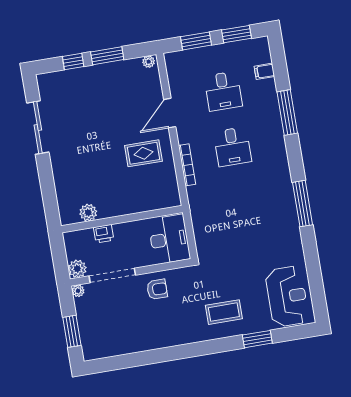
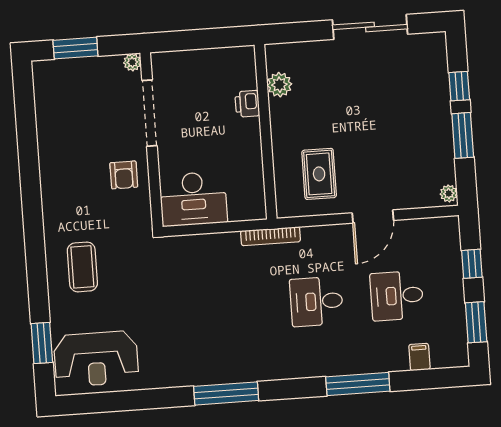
window: (196, 41) -> (472, 264), width x0.67
door: (170, 113) -> (373, 217), swing flipped
bookcase: (187, 165) -> (271, 236), moved
plant: (88, 213) -> (279, 85), moved
wall: (122, 219) -> (266, 132), moved
printer: (104, 234) -> (247, 104), moved
plant: (77, 269) -> (164, 64), removed
window: (257, 339) -> (42, 343), moved

